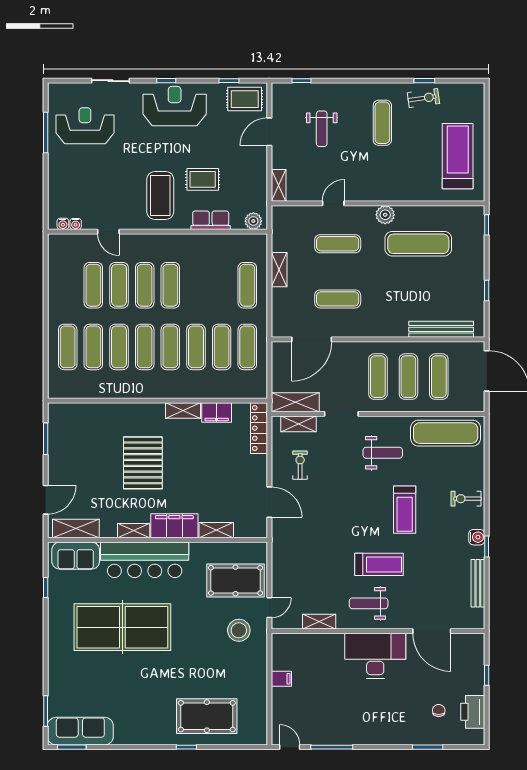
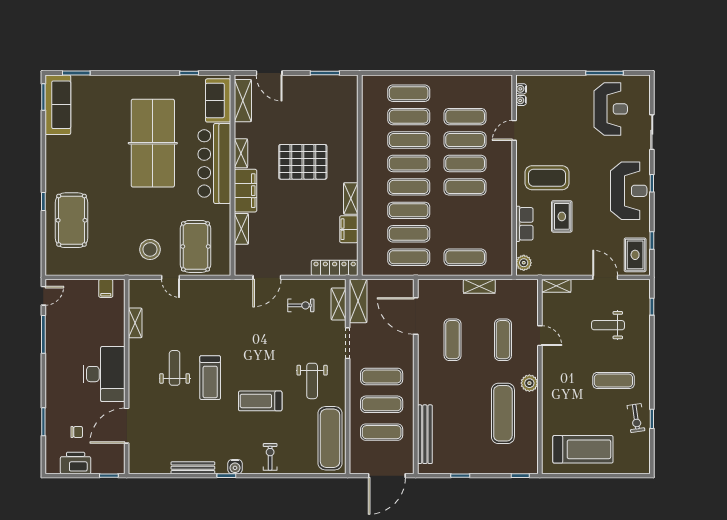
shelving: (319, 622) -> (135, 323), moved
wall: (378, 631) -> (127, 377), moved
door: (432, 631) -> (127, 426), moved
desk: (375, 656) -> (104, 374), moved

